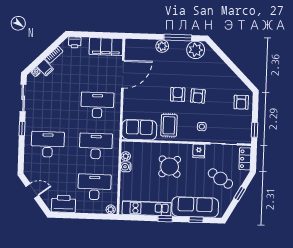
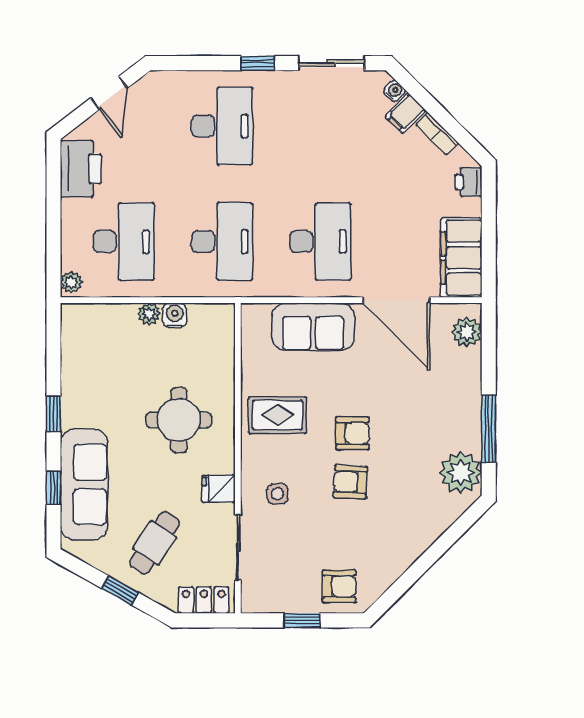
plant: (162, 46) -> (467, 332), moved
armchair: (241, 102) -> (339, 586), turned 180
sofa: (139, 130) -> (313, 327), moved, turned 90
window: (254, 130) -> (302, 620), moved
plant: (126, 156) -> (149, 314), moved
round table: (170, 167) -> (179, 420), turned 45
kitchen unit: (147, 208) -> (77, 369), removed

